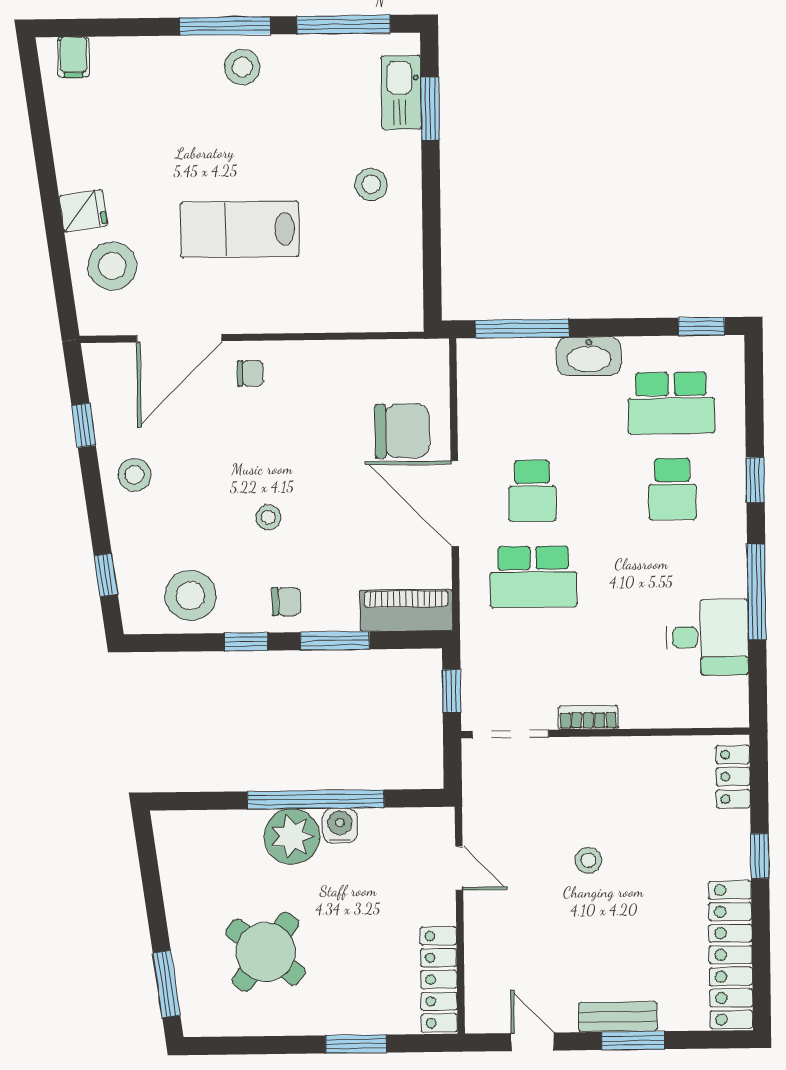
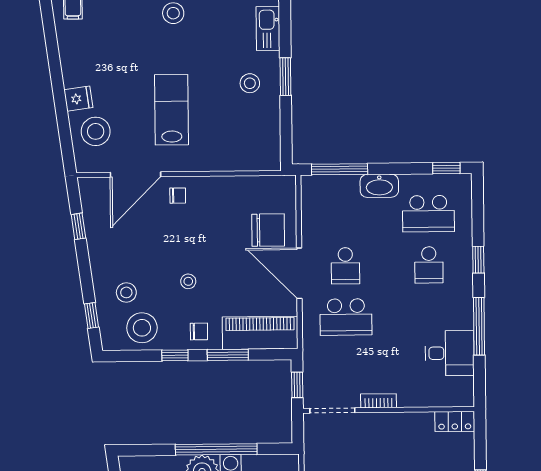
window: (430, 109) -> (285, 77), moved
lab bench: (240, 229) -> (172, 110), turned 90
stool: (135, 475) -> (126, 292), moved
piano: (406, 610) -> (260, 333), width x1.37, depth x1.33
locker: (733, 777) -> (455, 421), moved, turned -90

